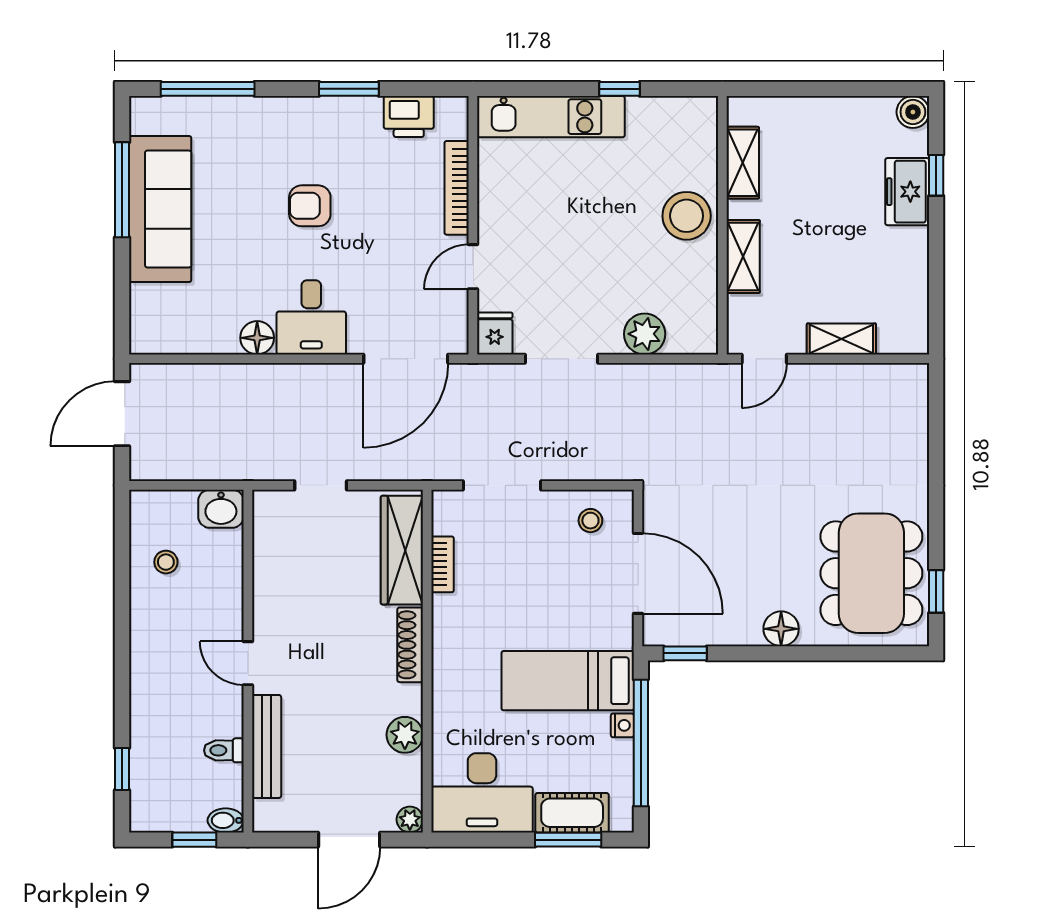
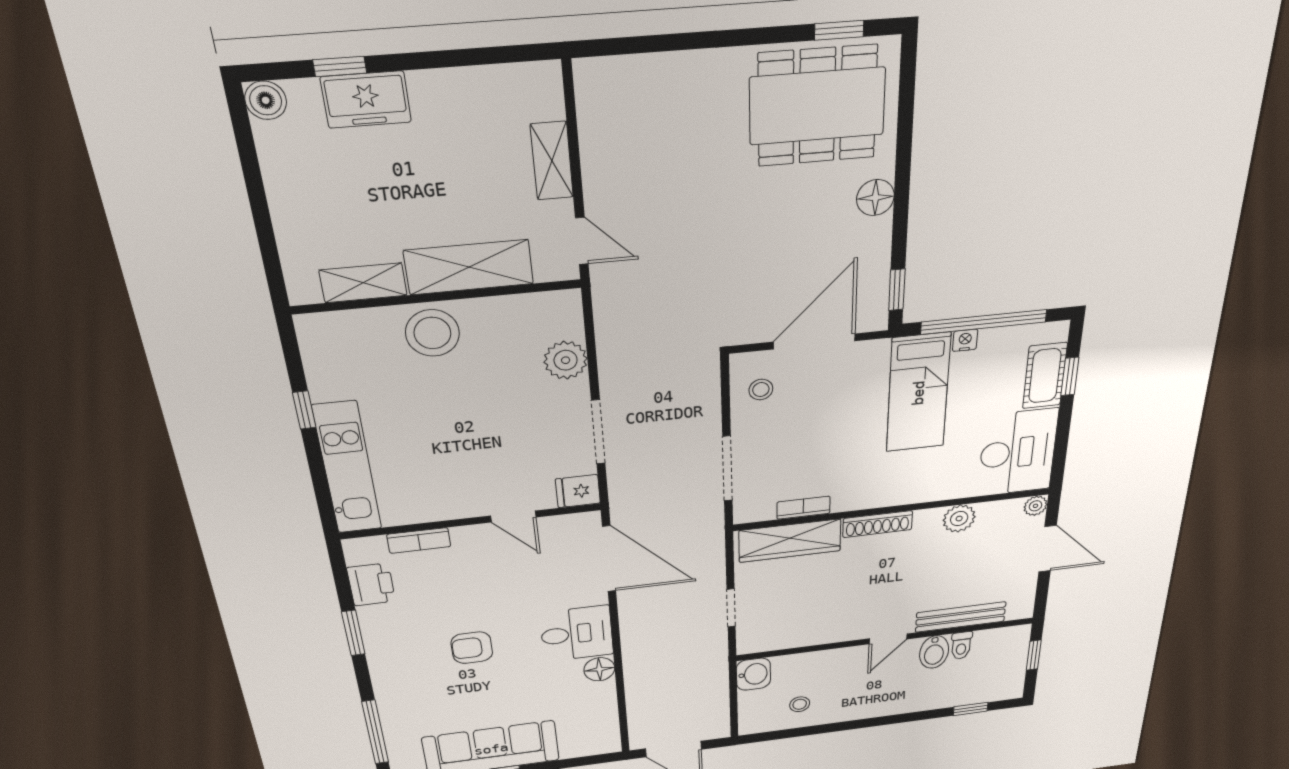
bookcase: (457, 188) -> (419, 540), width x0.64
armchair: (310, 206) -> (472, 648), turned 90
shelving: (743, 256) -> (469, 267), width x1.50, depth x1.33
bidet: (226, 820) -> (934, 652), moved, width x1.38, depth x1.36
window: (568, 840) -> (1070, 376), width x0.67

